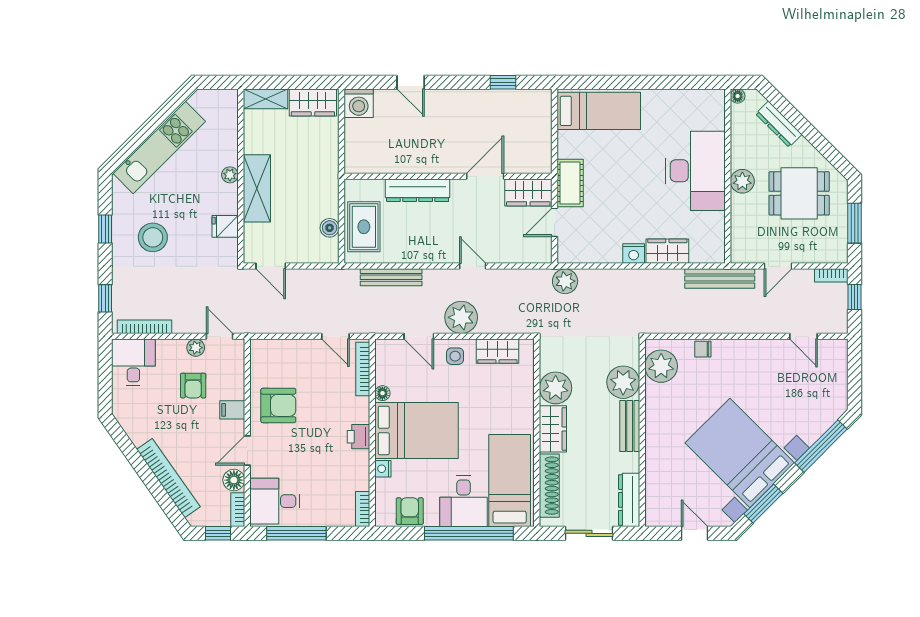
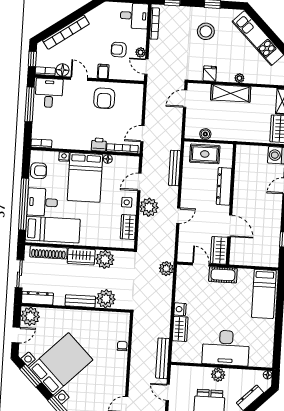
door: (220, 336) -> (146, 67), swing flipped
plant: (661, 366) -> (30, 316), moved
printer: (359, 437) -> (99, 145), moved

